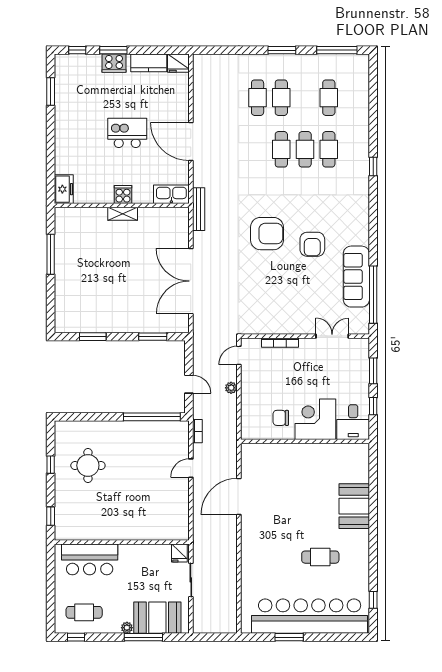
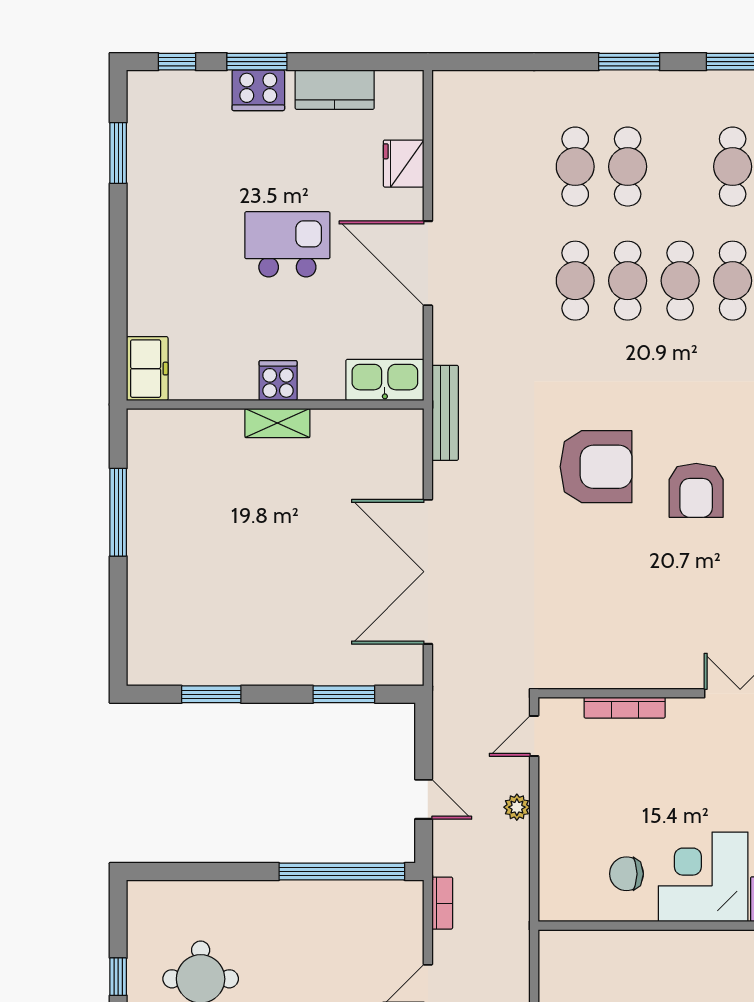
fridge: (178, 63) -> (404, 164), moved, turned 90
cafe table: (258, 149) -> (575, 281), added

